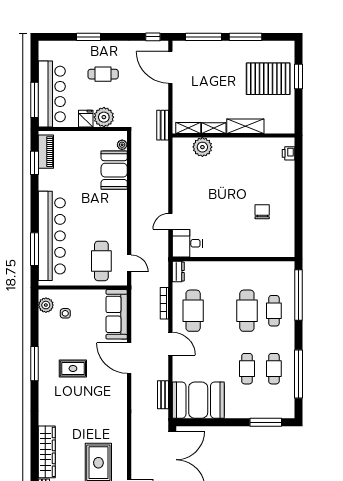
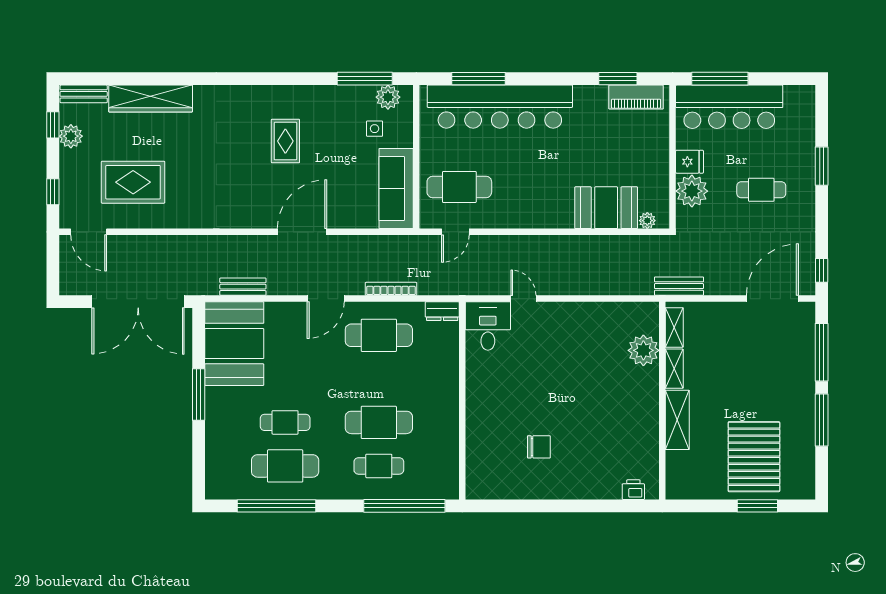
cafe table: (103, 74) -> (761, 190), turned 90
sofa: (117, 314) -> (396, 188), moved, turned -90
window: (34, 364) -> (365, 79), moved
cafe table: (274, 369) -> (285, 466), width x1.37, depth x1.35
window: (266, 422) -> (199, 395), moved

